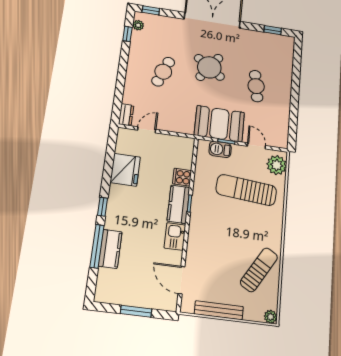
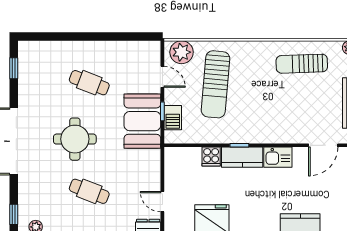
round table: (209, 67) -> (75, 139), turned -35
cafe table: (256, 86) -> (89, 83), turned 30
door: (256, 146) -> (162, 77), swing flipped
sun lounger: (259, 270) -> (302, 64), turned -33

